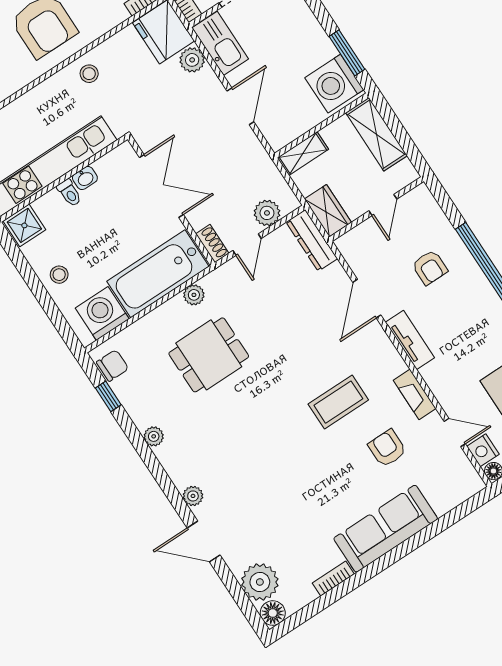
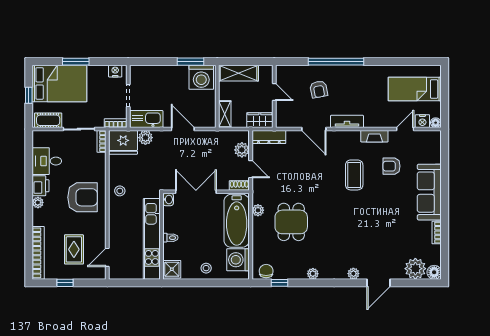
washbasin: (85, 178) -> (168, 199), moved
armchair: (430, 268) -> (319, 89), turned 79

